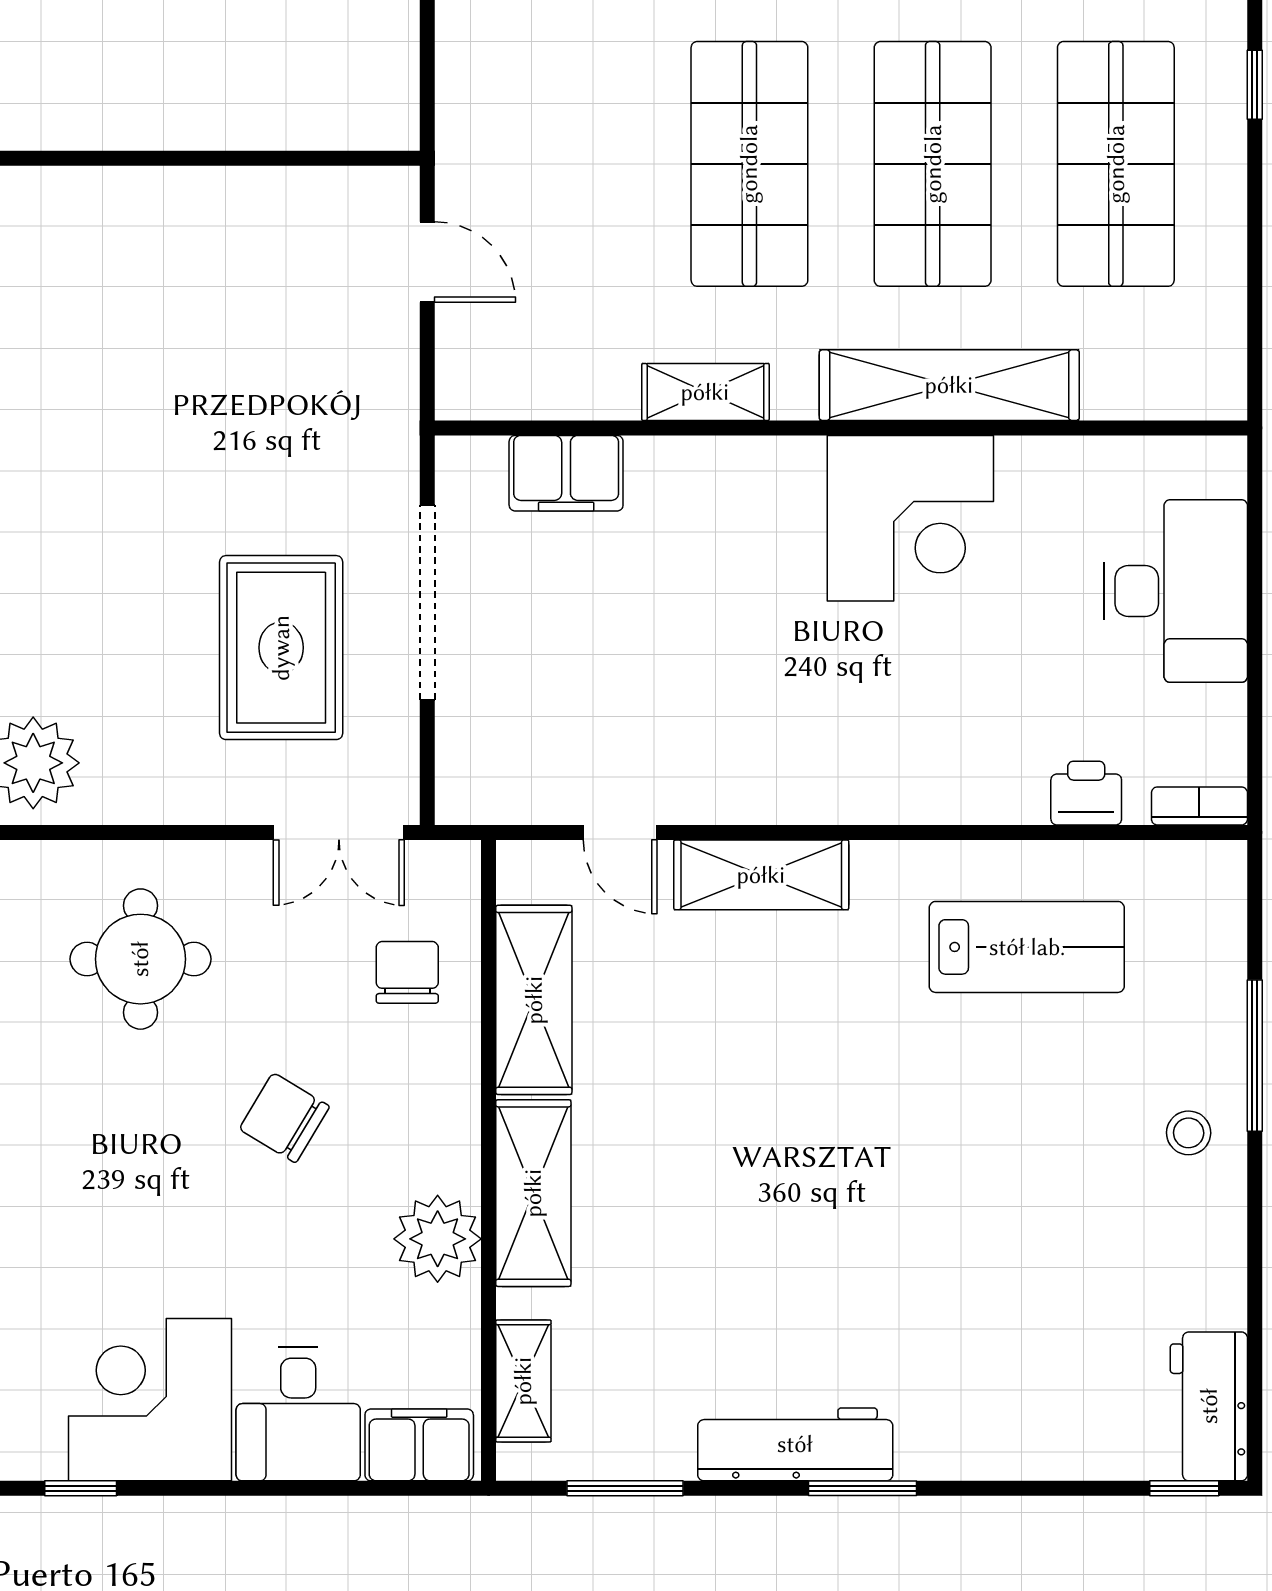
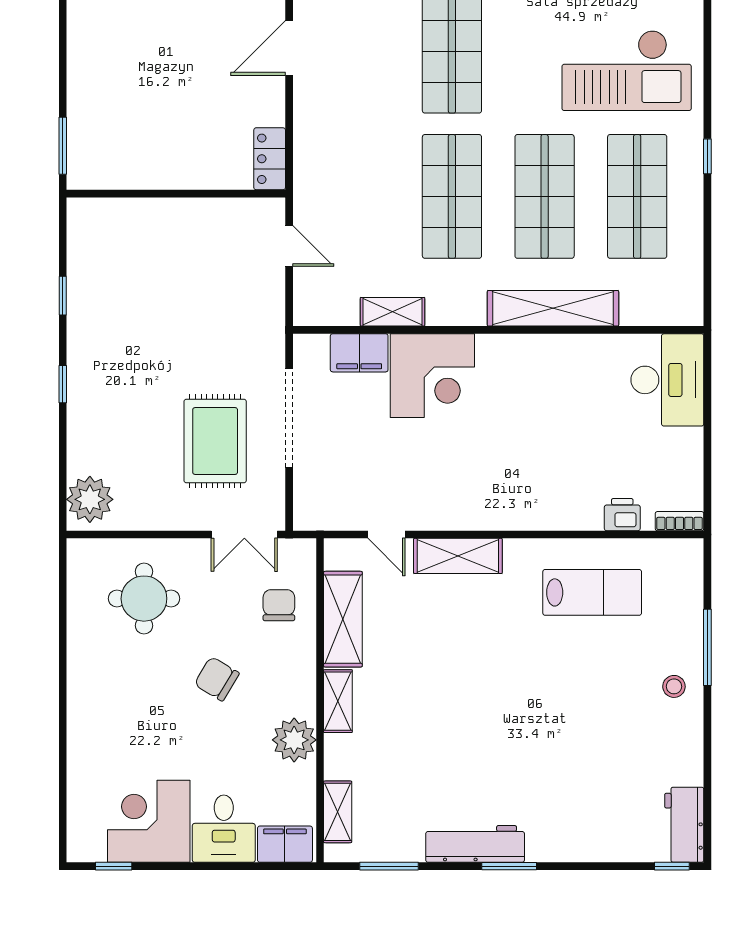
locker: (389, 89) -> (270, 159), added
shelving: (705, 392) -> (392, 312), moved
corner desk: (910, 518) -> (432, 376), moved
desk: (1176, 591) -> (667, 380), moved
shelving: (533, 1193) -> (338, 701), width x0.67, depth x0.75

